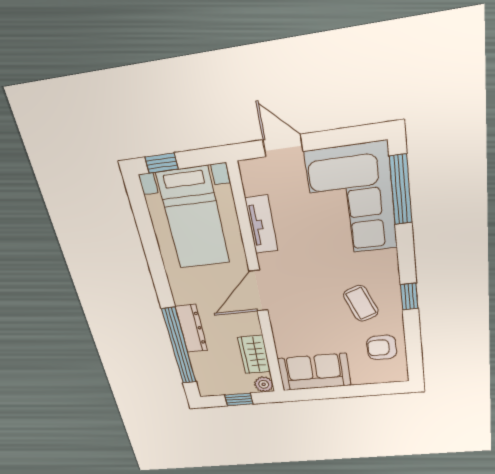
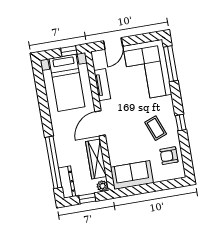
door: (283, 146) -> (113, 44), swing flipped
window: (162, 163) -> (69, 51), moved
dresser: (192, 329) -> (67, 182), moved
wardrobe: (254, 355) -> (96, 159), width x1.50

